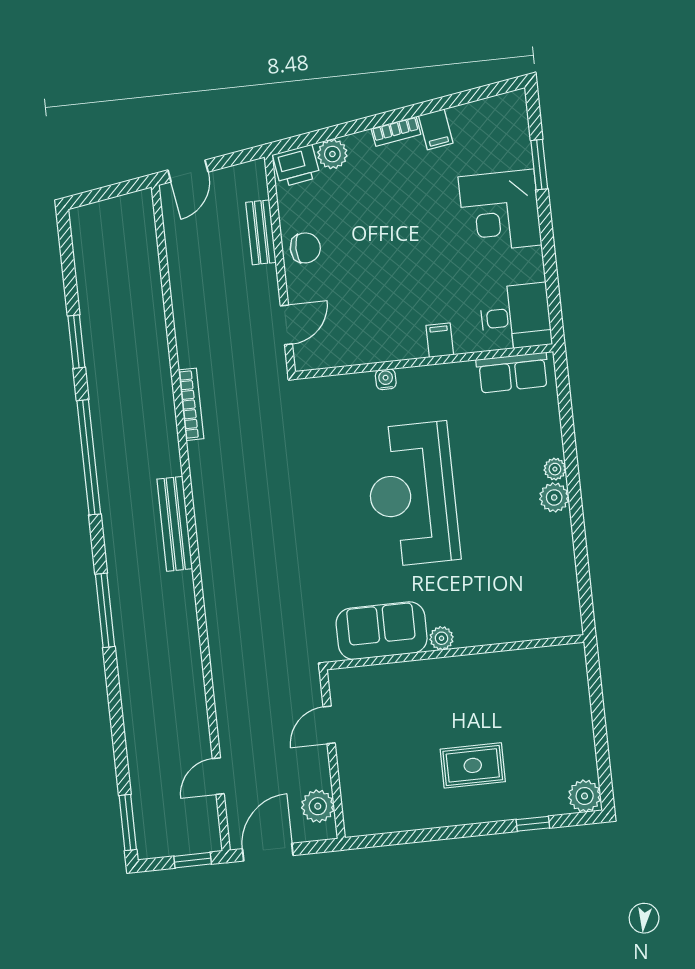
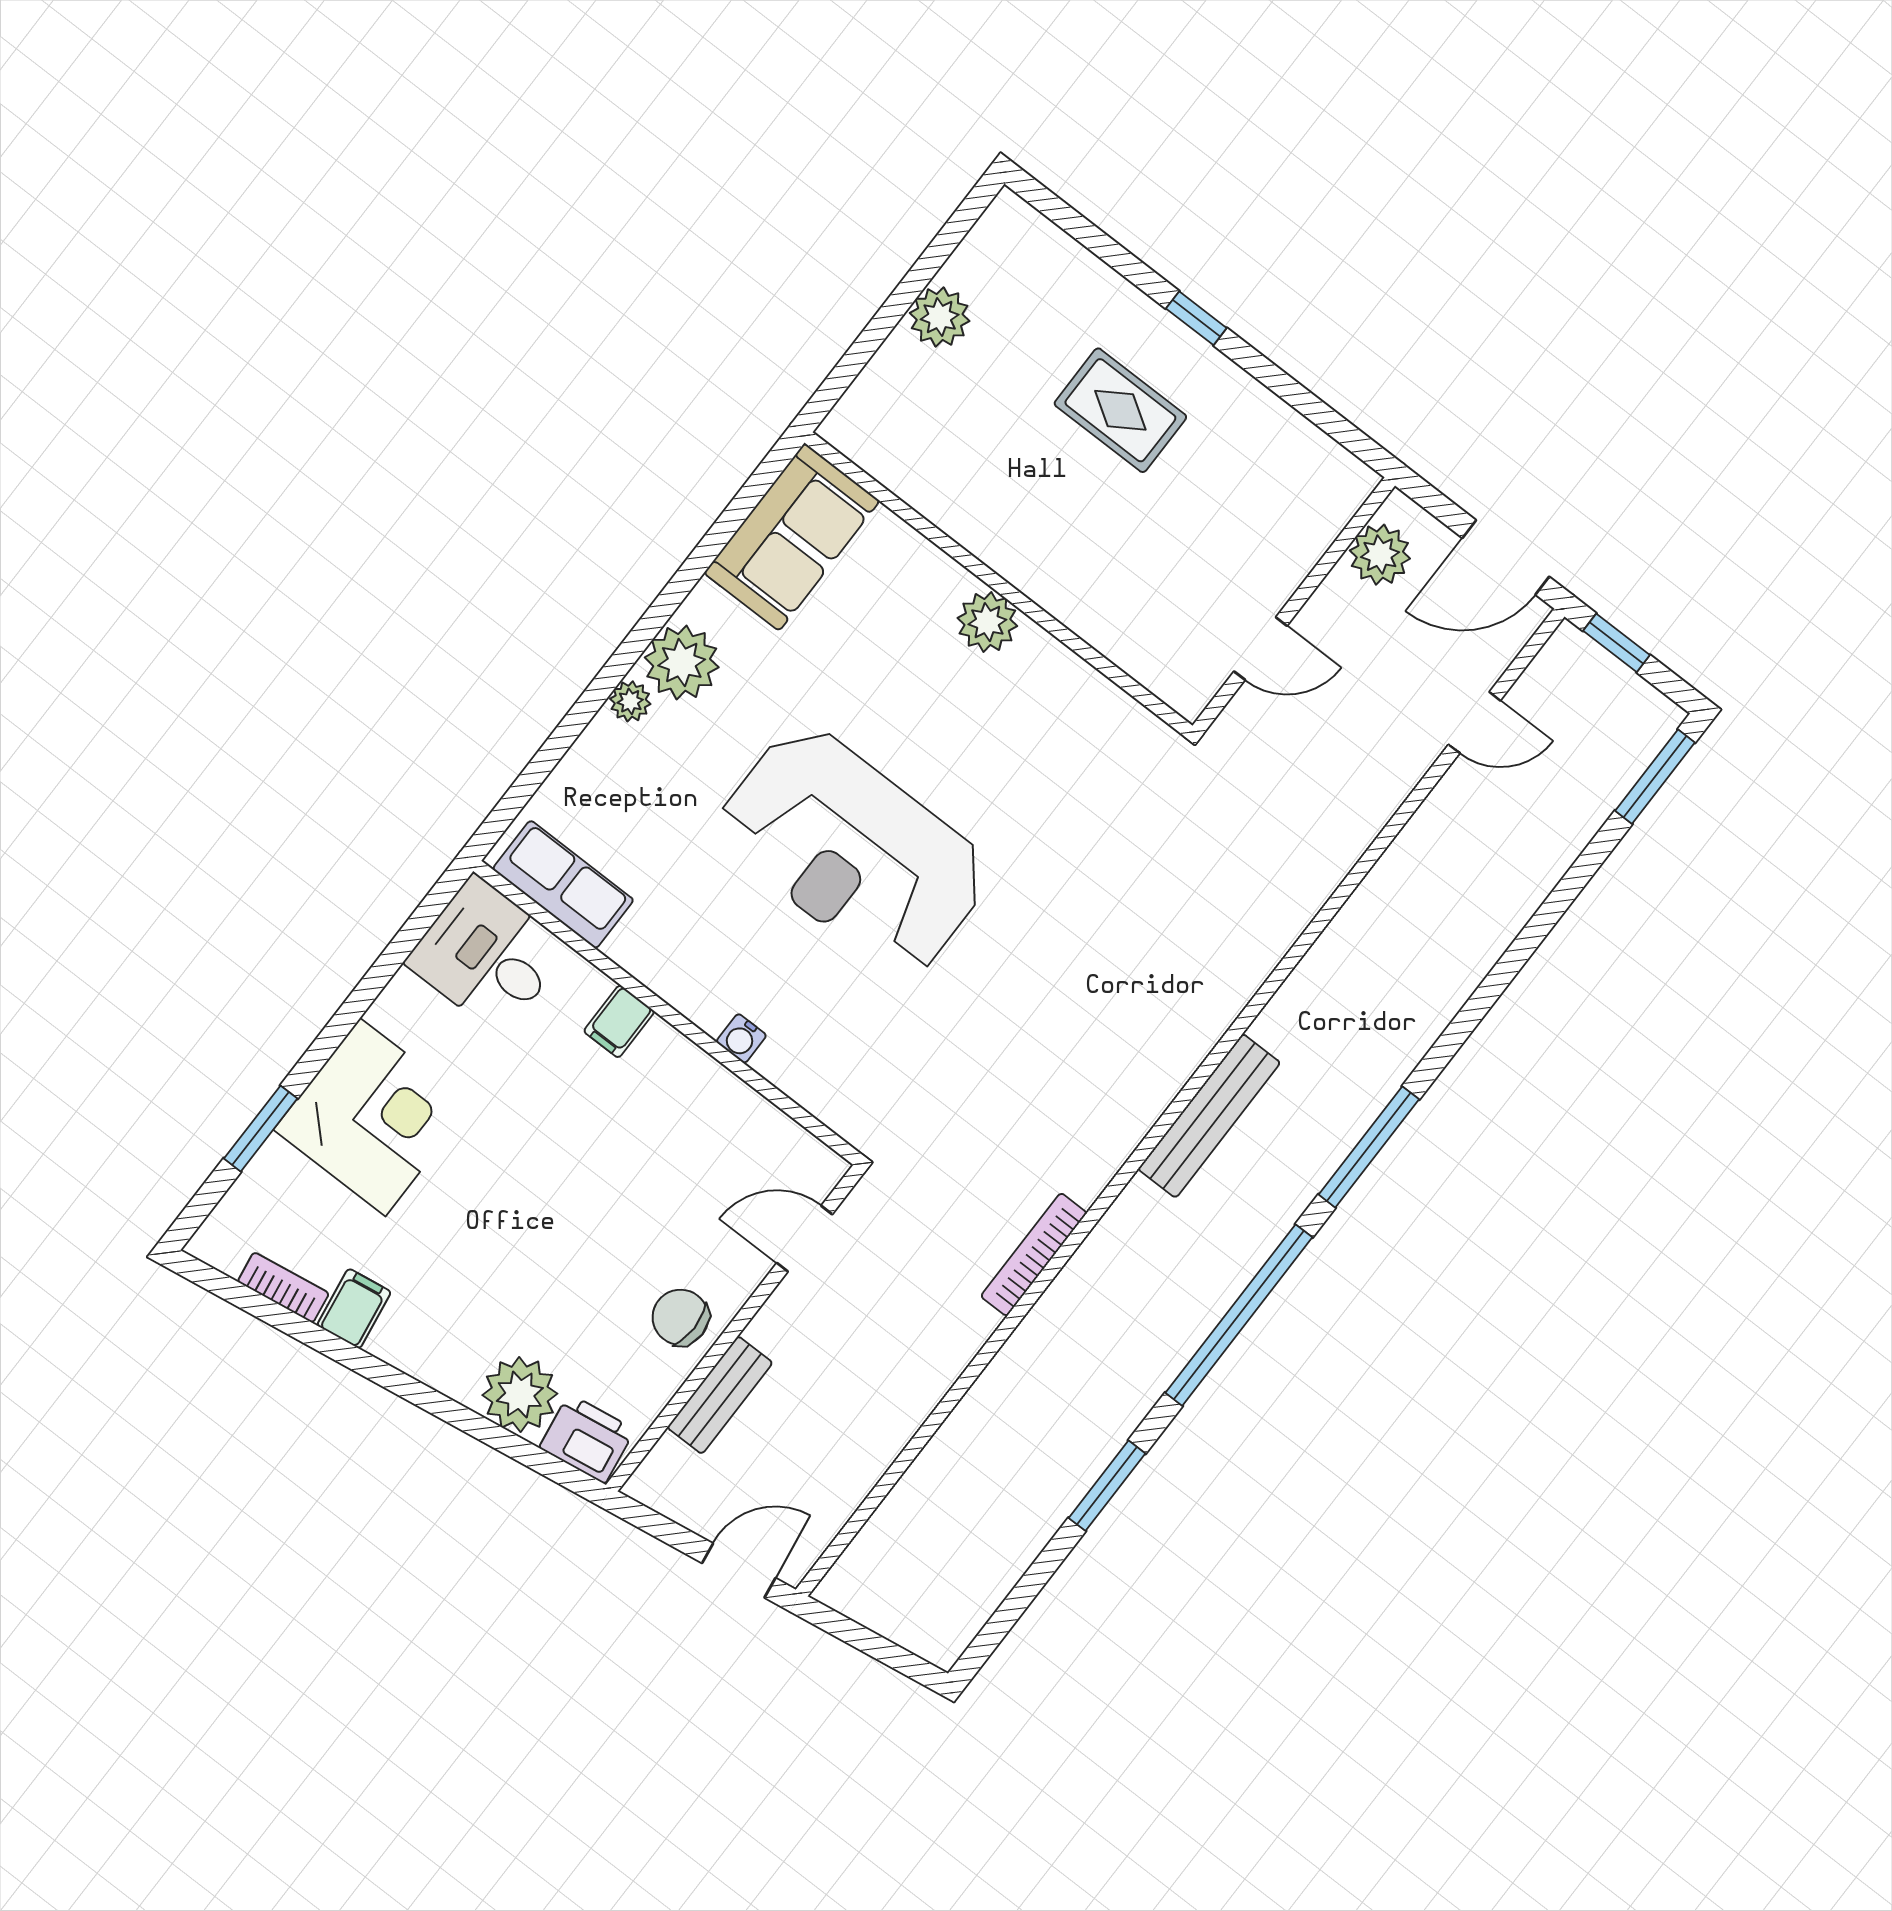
bookcase: (396, 131) -> (283, 1287), moved
plant: (332, 154) -> (520, 1394), width x1.36, depth x1.36
reception desk: (412, 494) -> (853, 851), turned 90
plant: (554, 497) -> (682, 662), width x1.36, depth x1.36
window: (105, 610) -> (1369, 1147), moved
sofa: (382, 631) -> (792, 537), moved, turned -90
plant: (442, 638) -> (987, 622), width x1.38, depth x1.38
plant: (585, 796) -> (940, 317), moved
window: (533, 824) -> (1196, 318), moved

